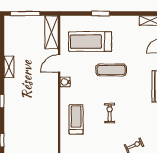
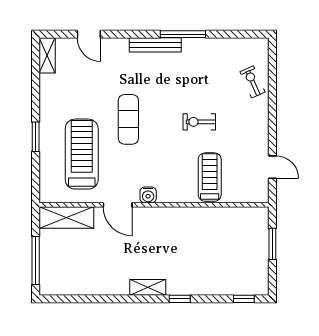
treadmill: (90, 42) -> (82, 154), turned 180
shelving: (9, 67) -> (148, 287), moved
treadmill: (76, 119) -> (210, 177), turned 90

